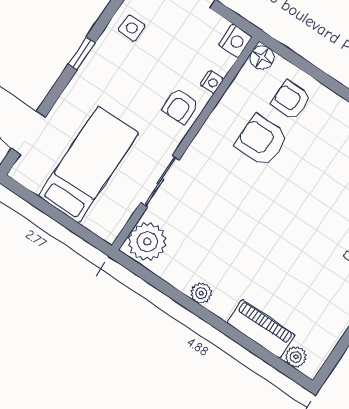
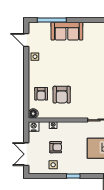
armchair: (180, 106) -> (56, 147), moved

